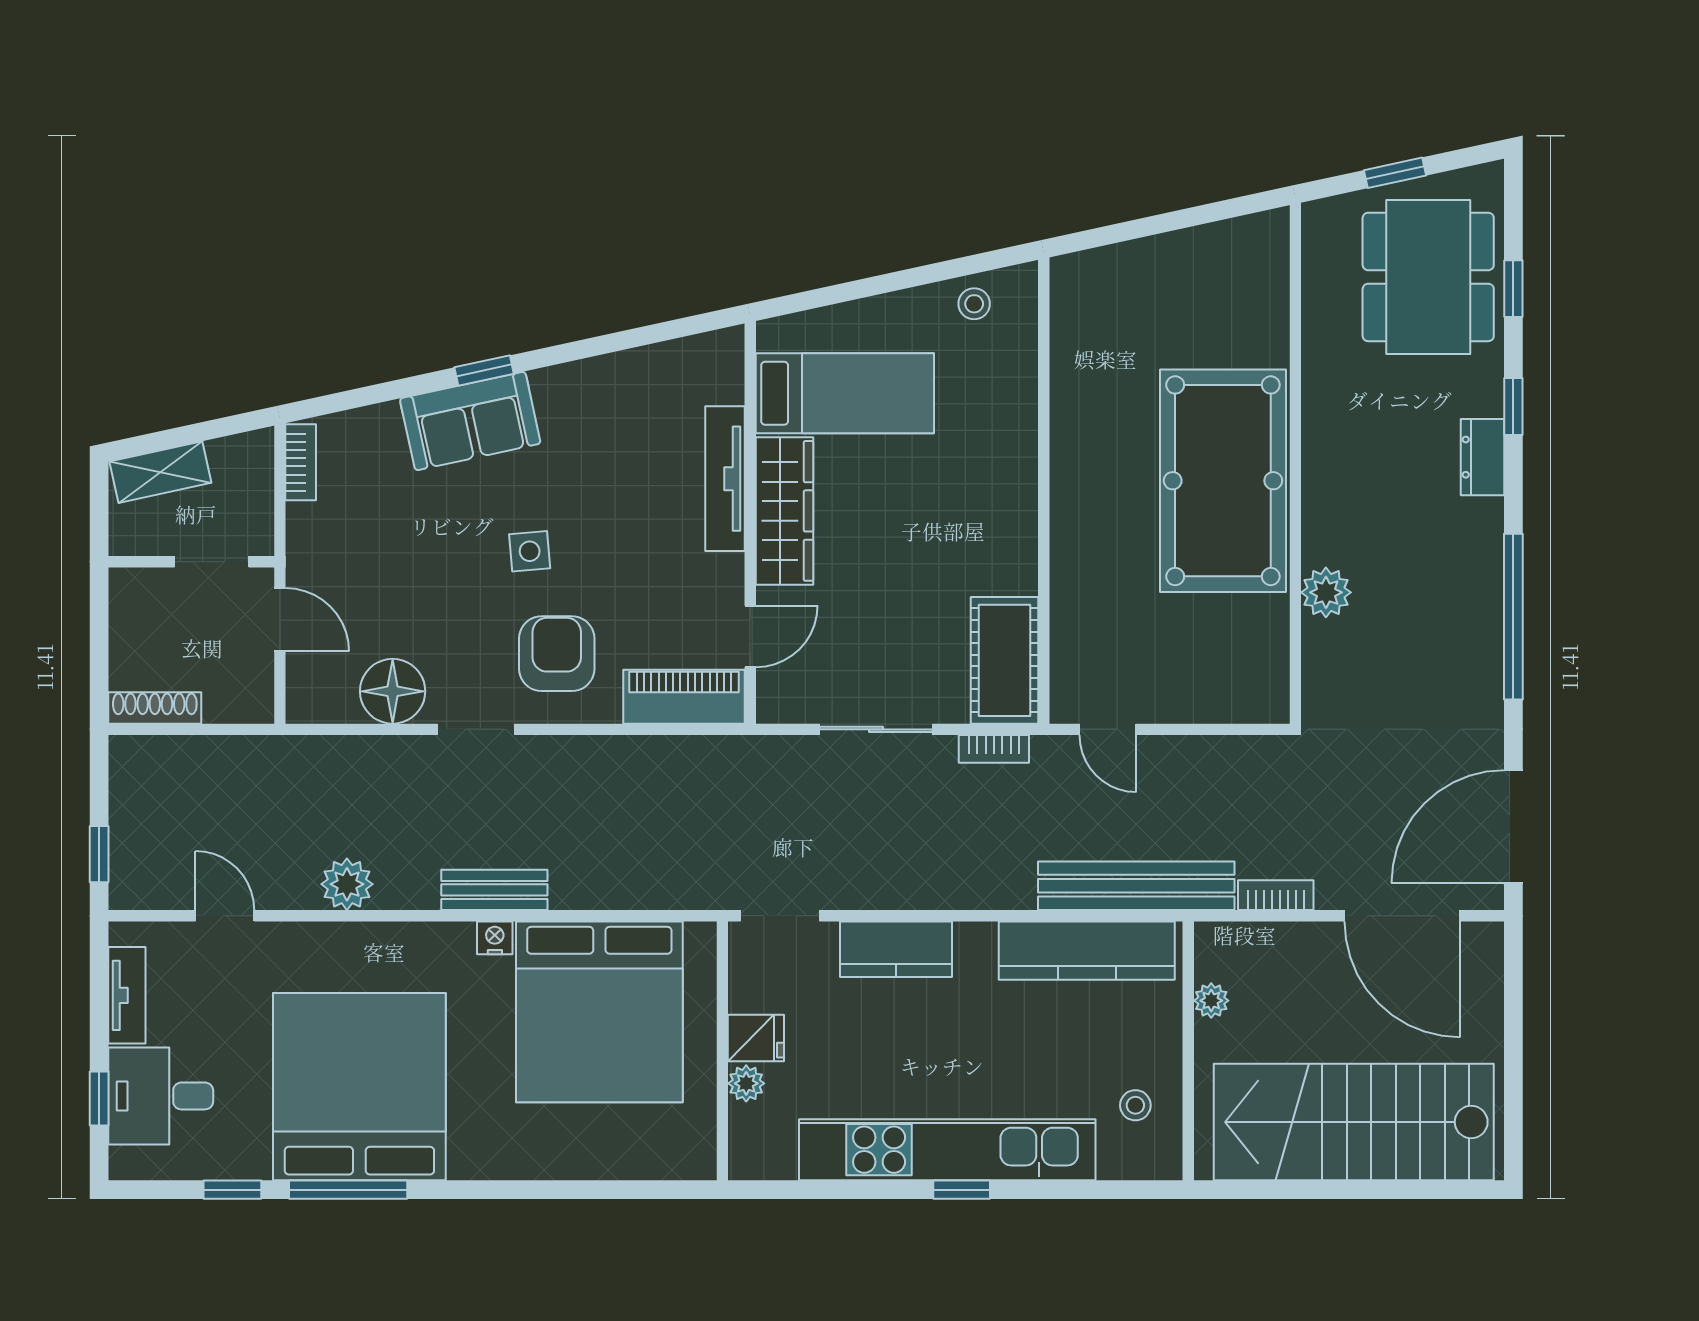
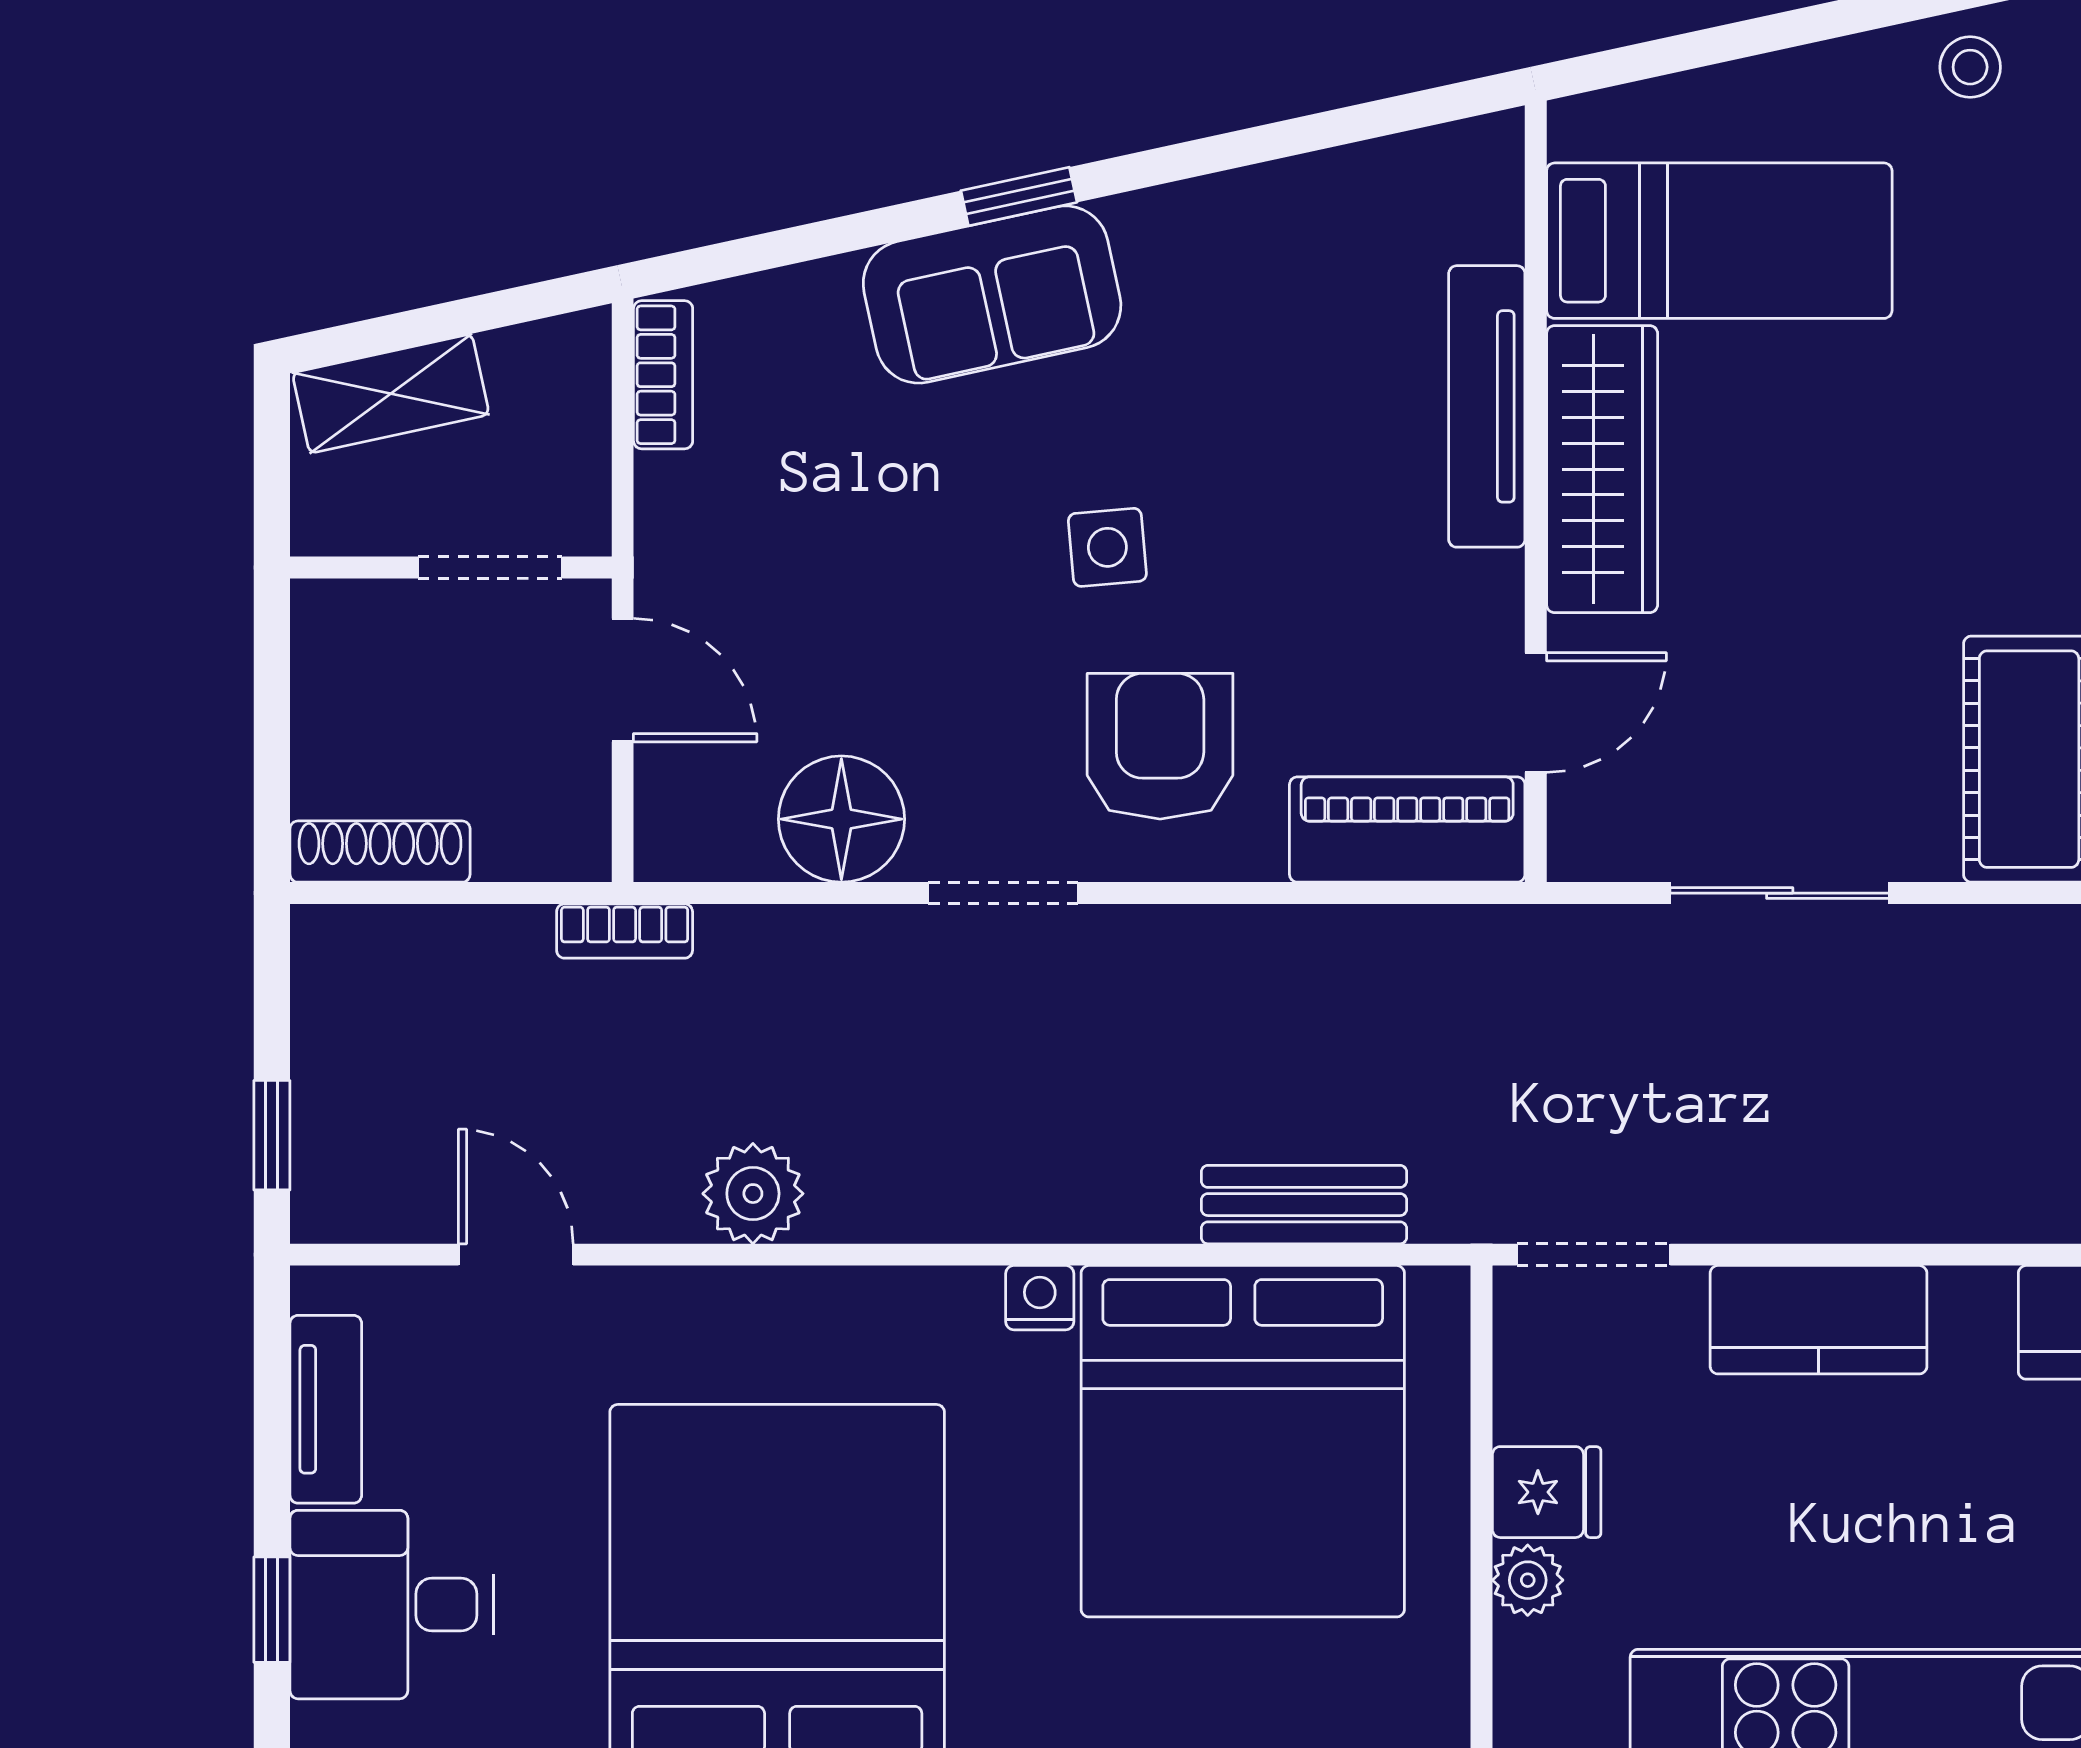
bookcase: (994, 749) -> (625, 931), moved
bench: (494, 890) -> (1304, 1205), moved

